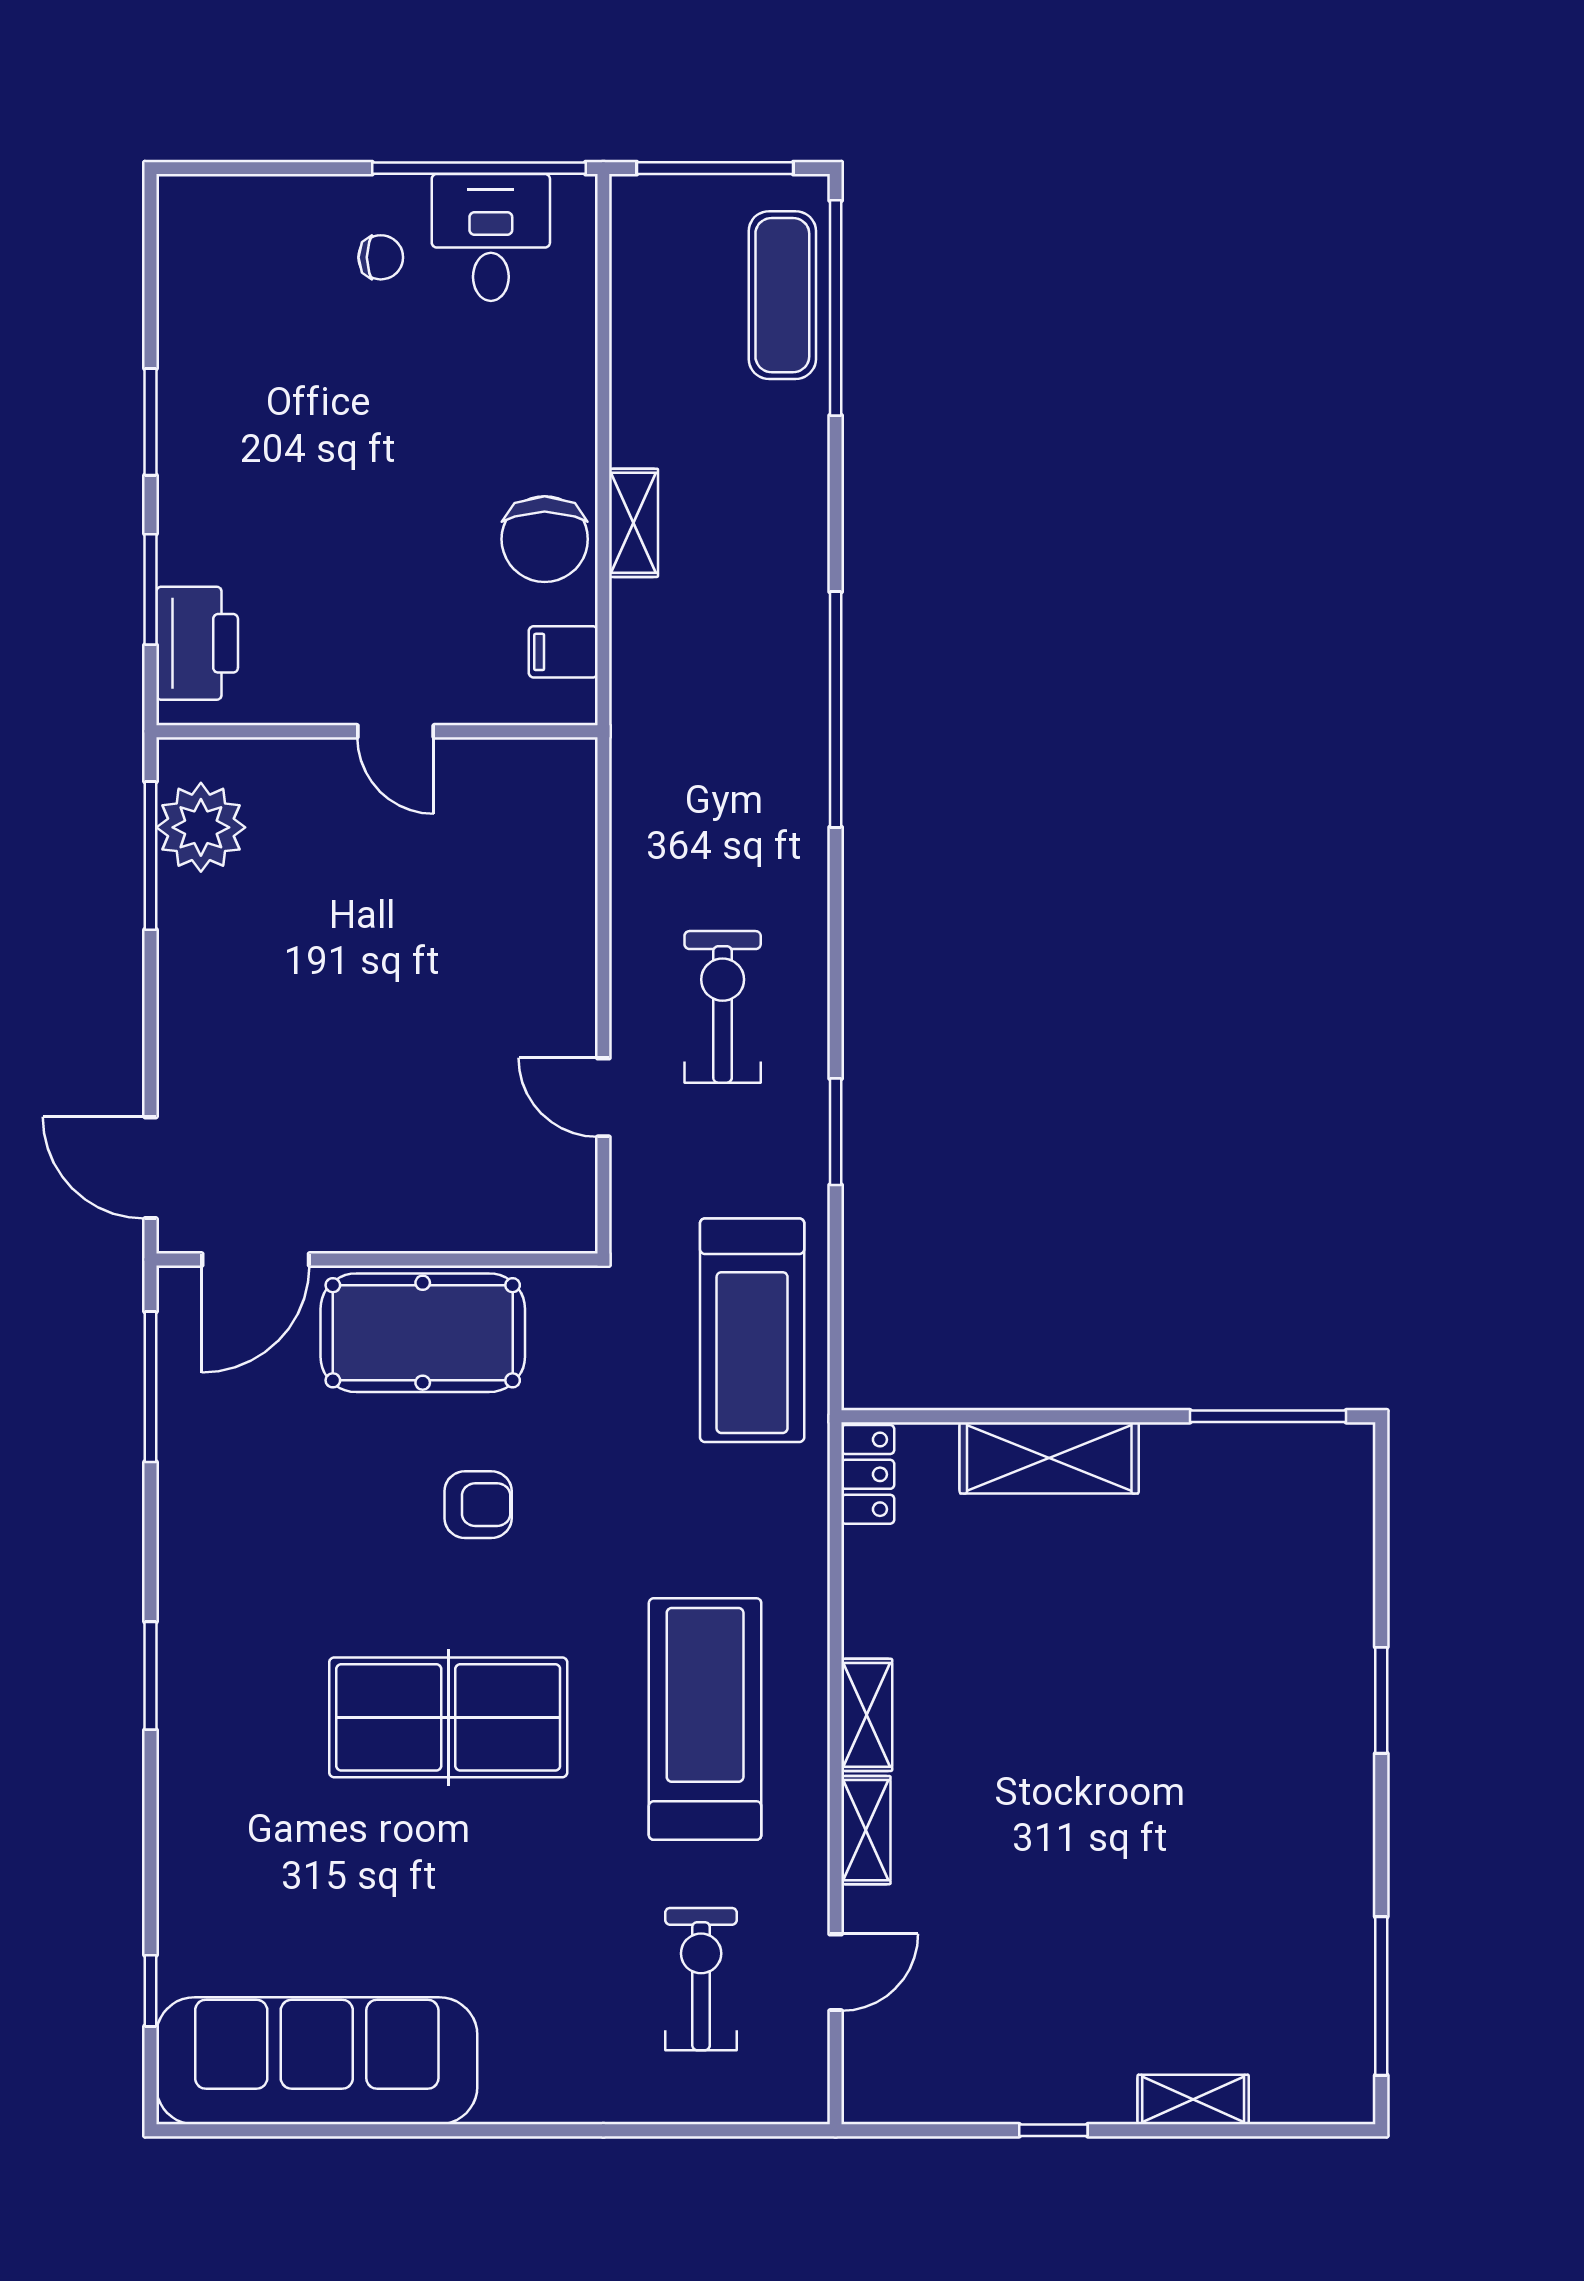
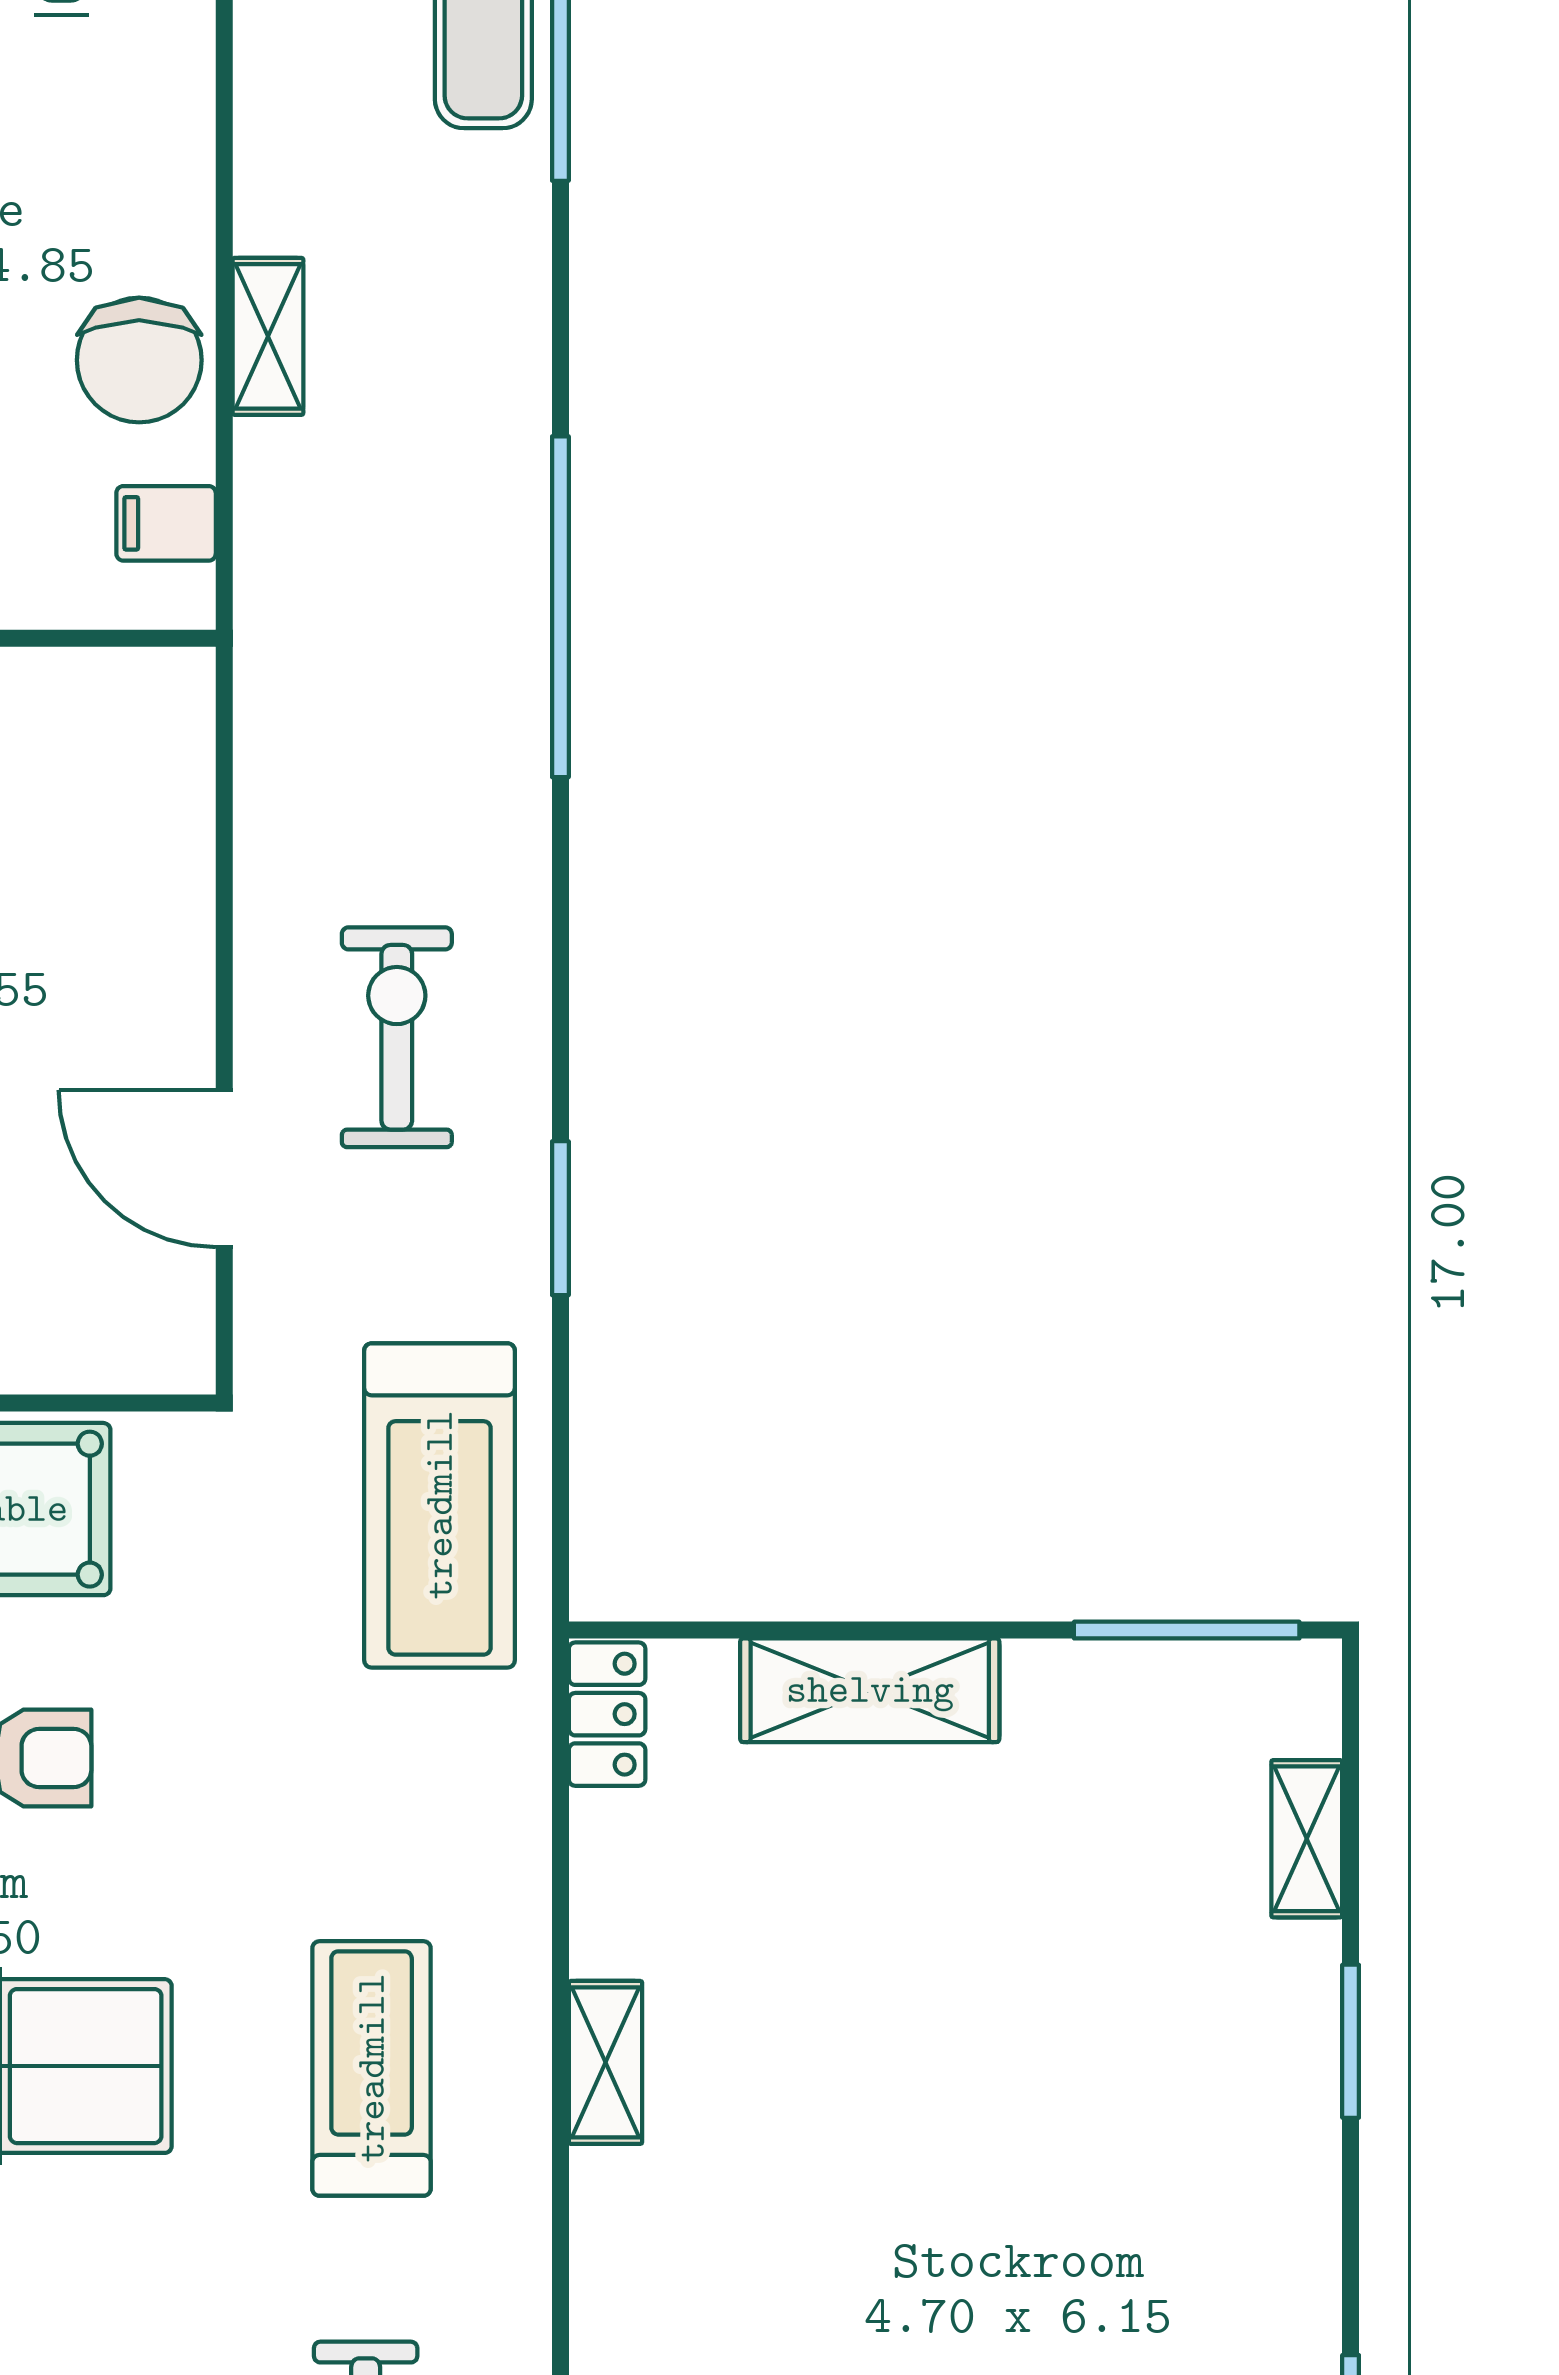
door: (603, 1097) -> (224, 1168), width x1.38
treadmill: (705, 1719) -> (372, 2068), width x0.73, depth x0.73
shelving: (866, 1830) -> (1307, 1839), moved

